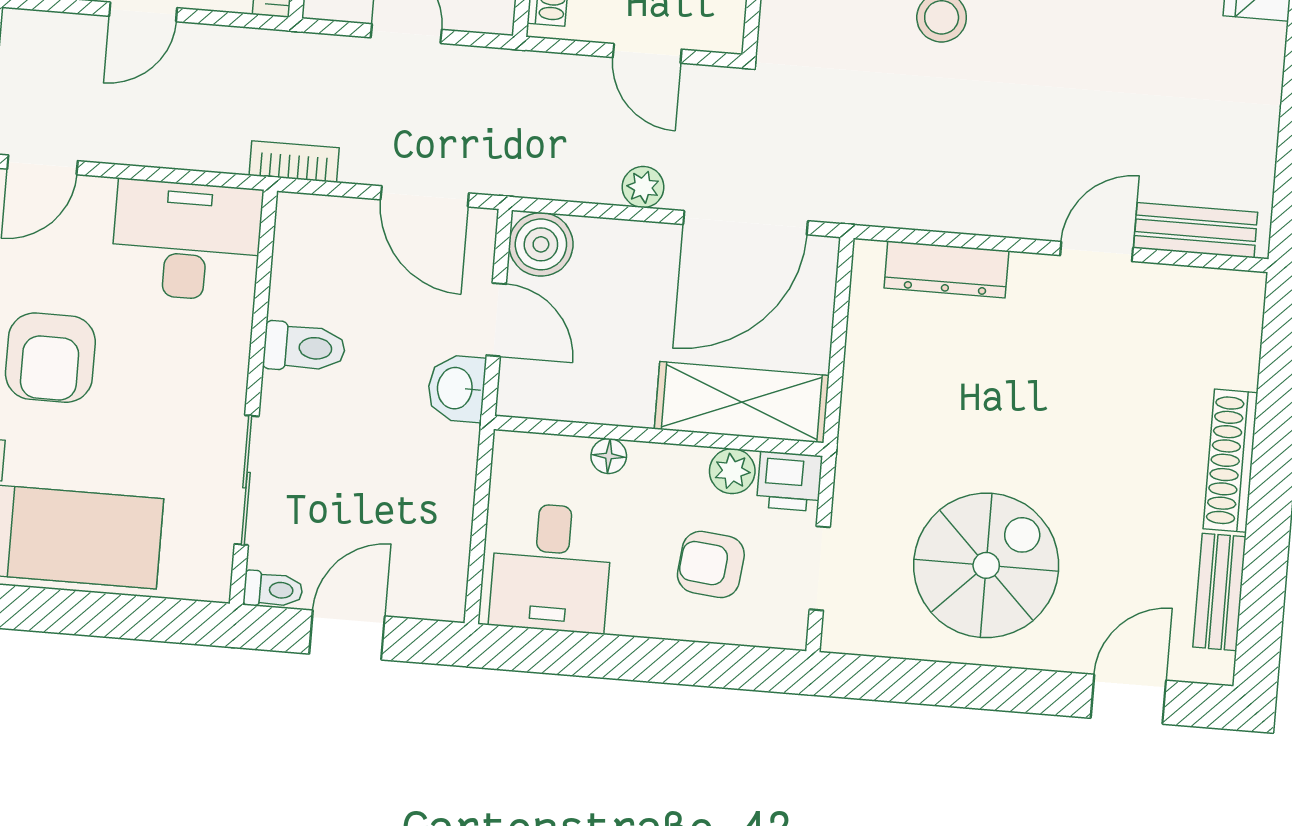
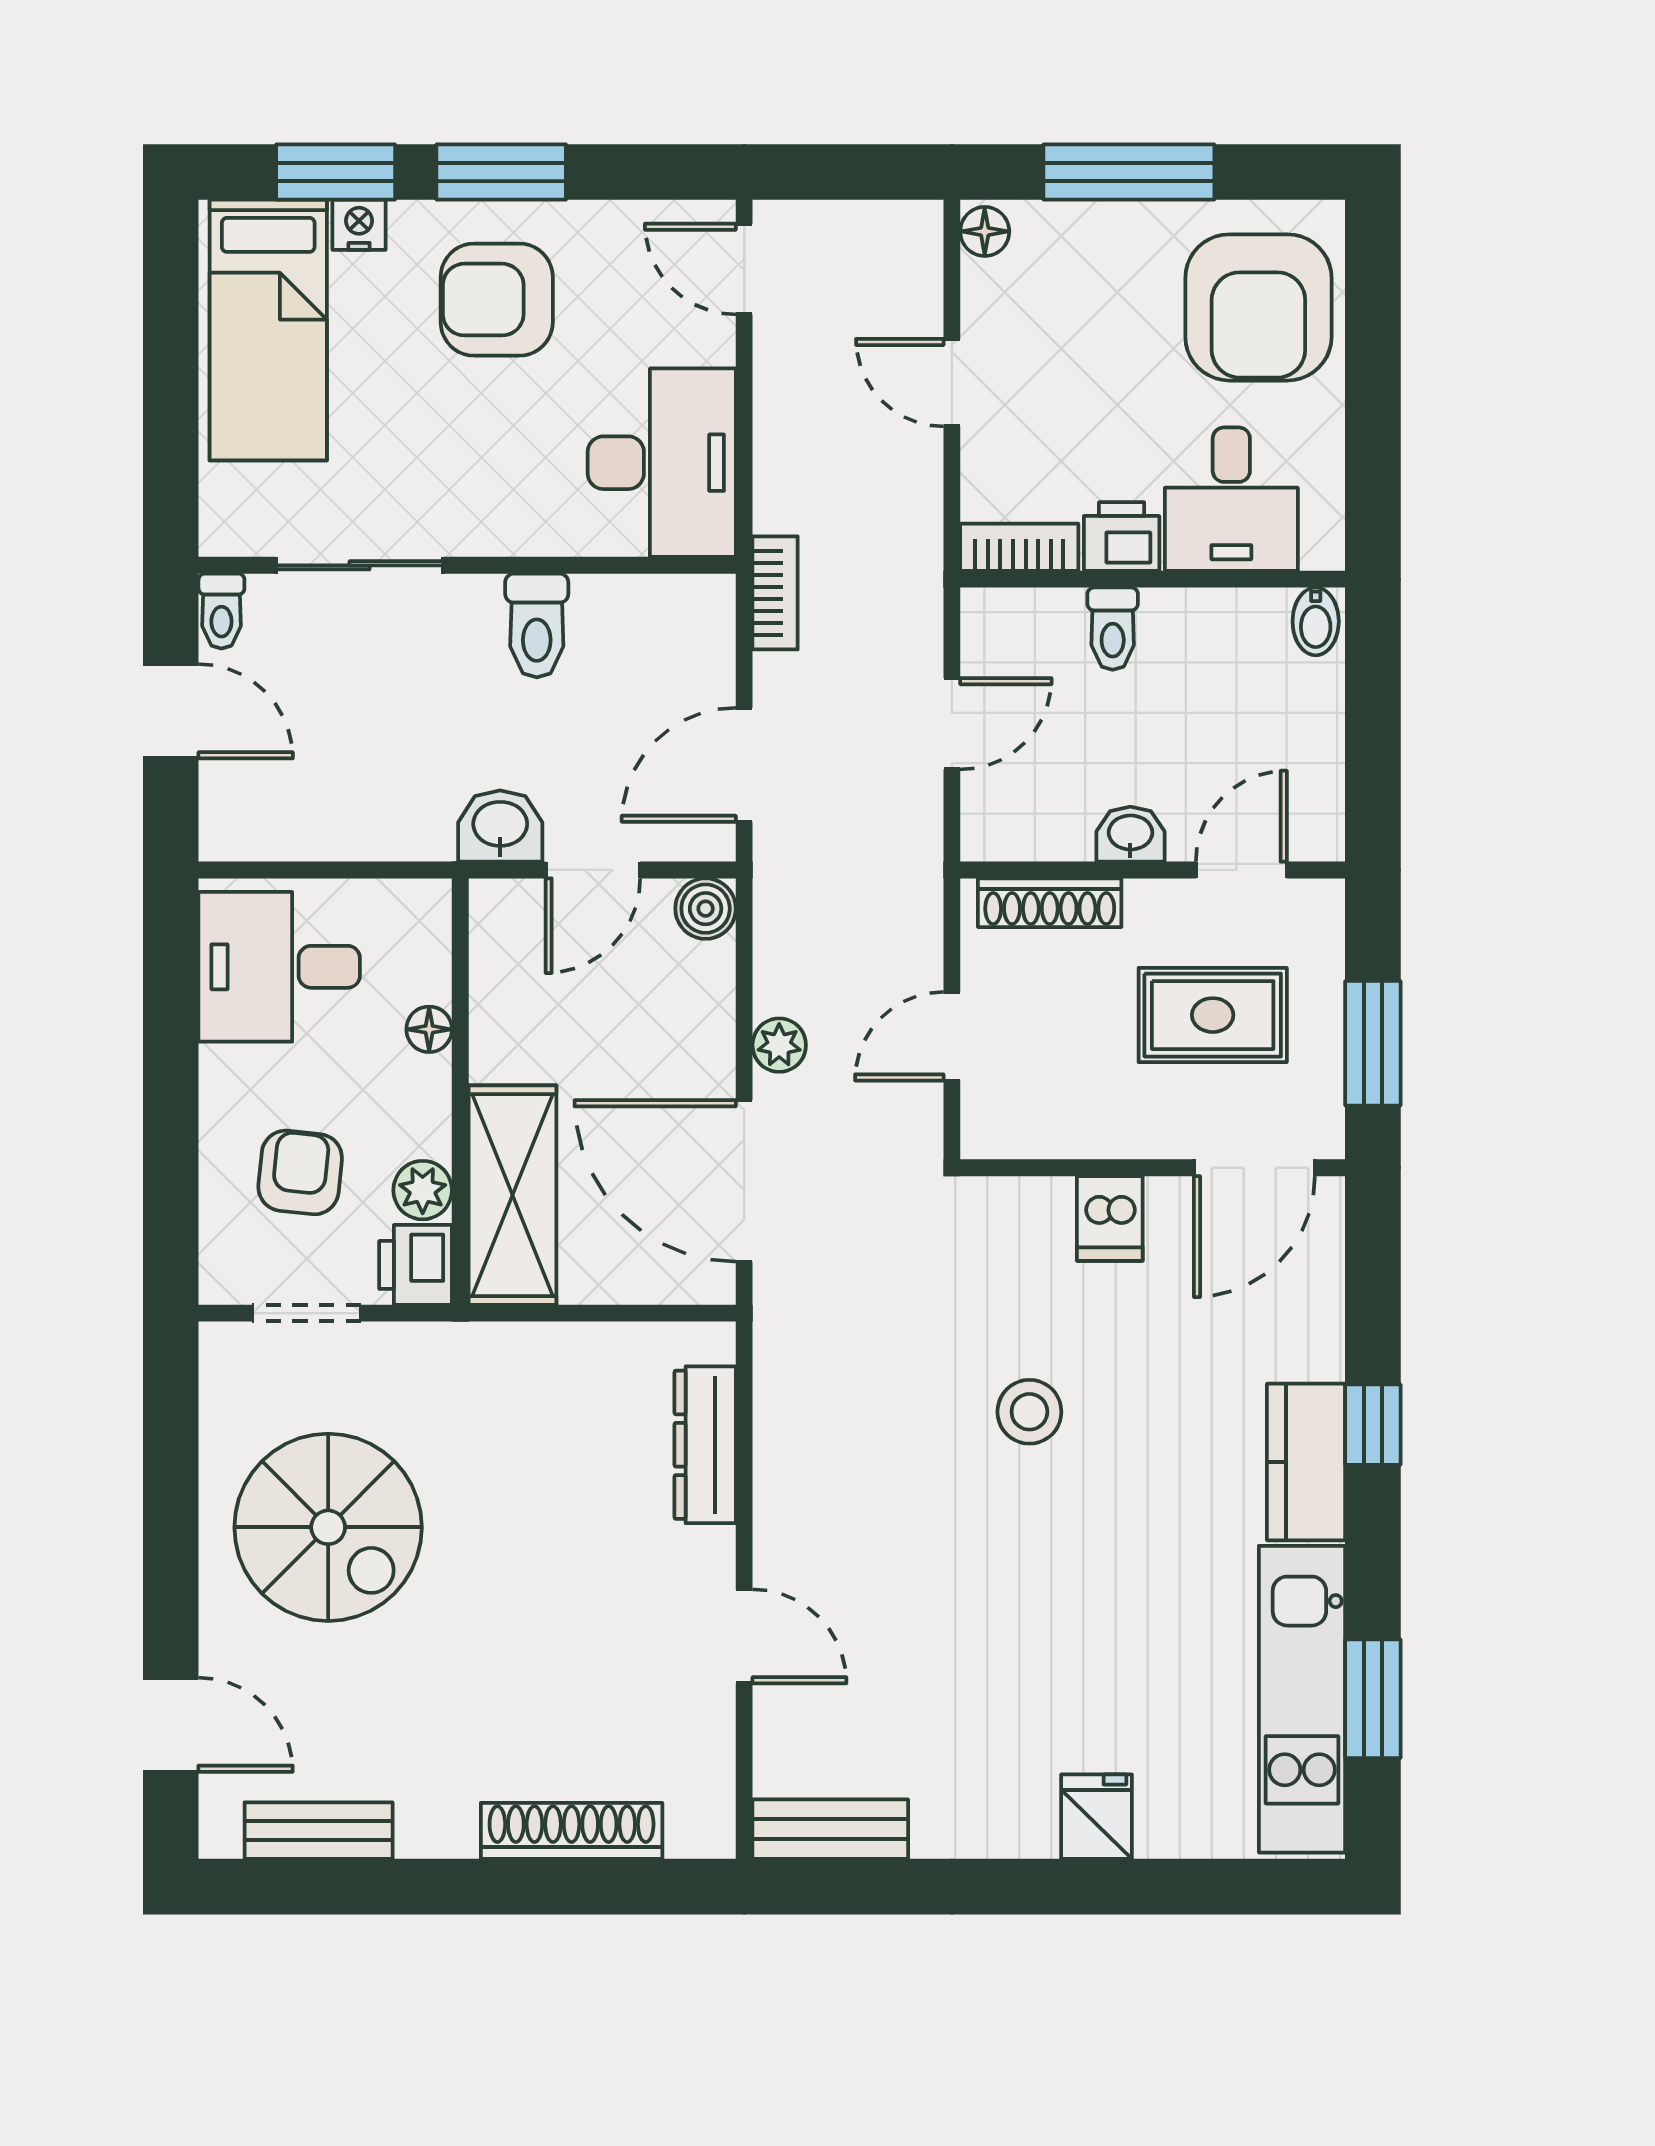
bench: (1196, 230) -> (830, 1829), moved, turned 90
boiler: (541, 244) -> (706, 909), width x0.73, depth x0.73
shoe rack: (1230, 461) -> (572, 1831), moved

